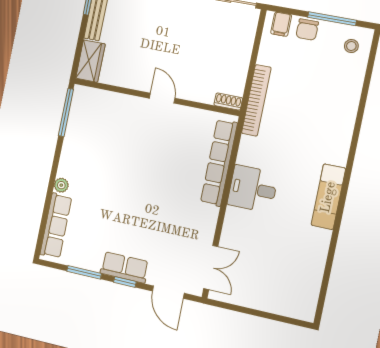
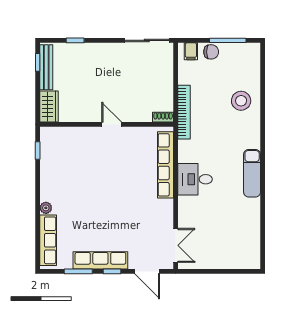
chair: (307, 30) -> (211, 52), turned -90
stool: (351, 46) -> (241, 101), moved, width x1.89, depth x1.89
window: (66, 112) -> (38, 150), width x0.46
row of seats: (124, 267) -> (100, 260), width x1.48

